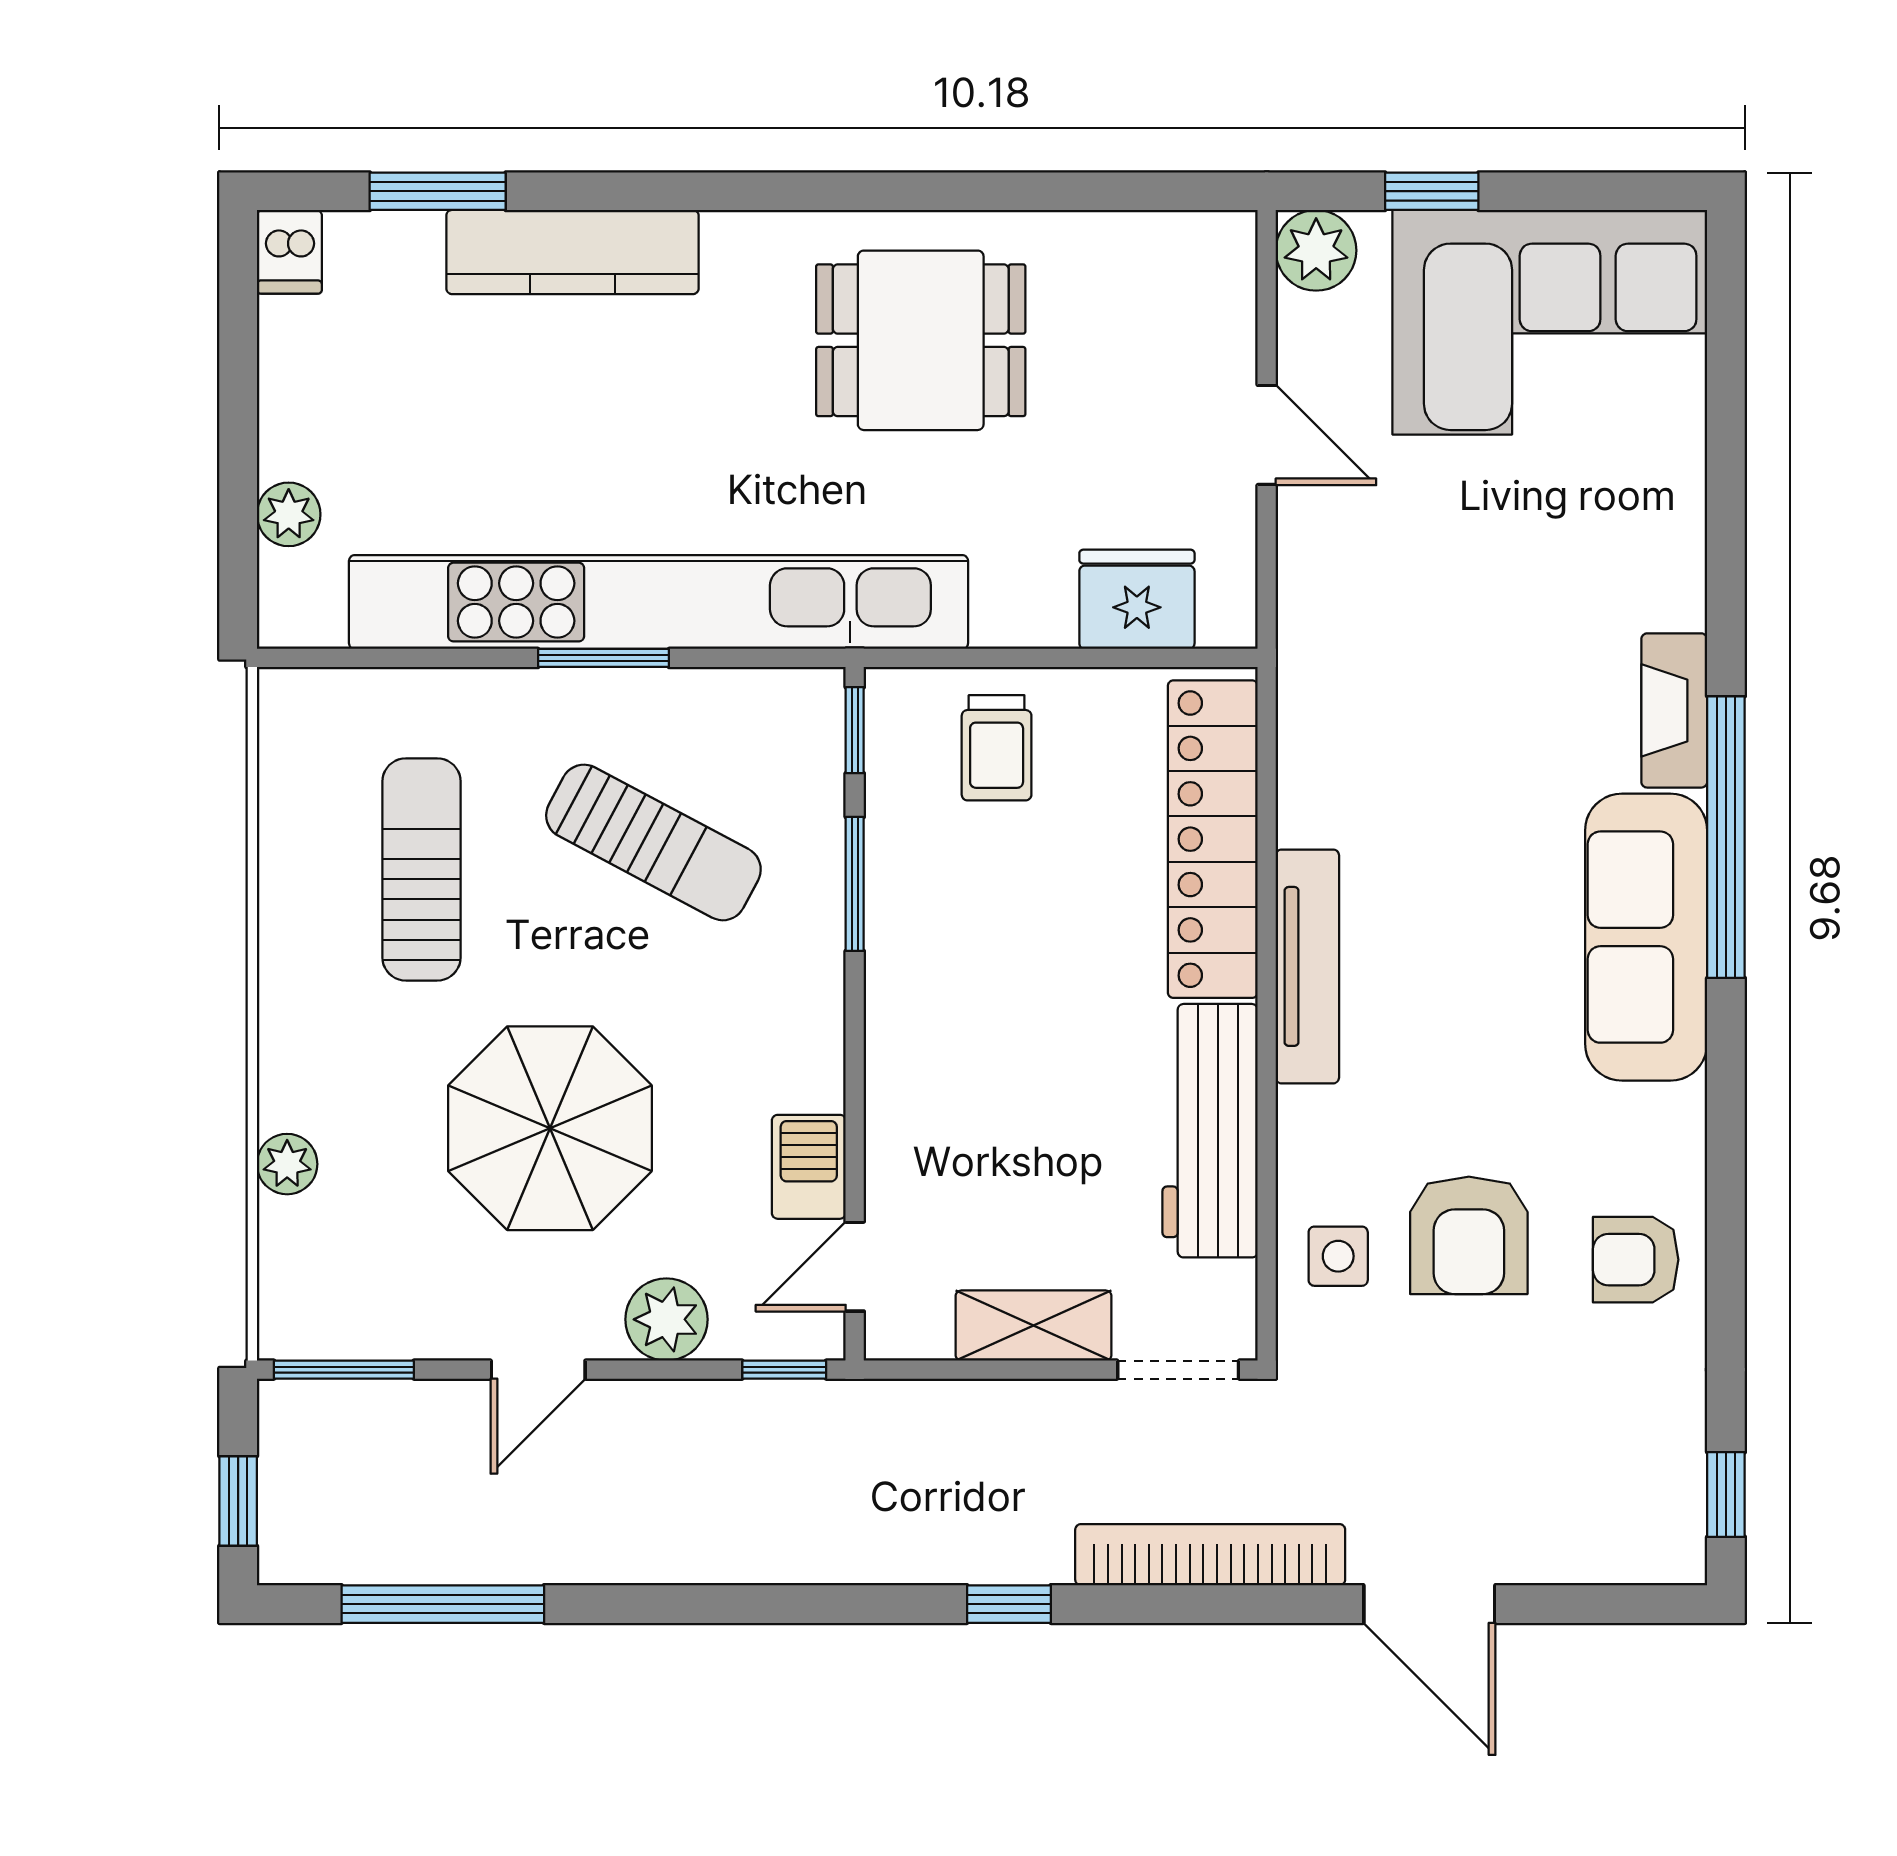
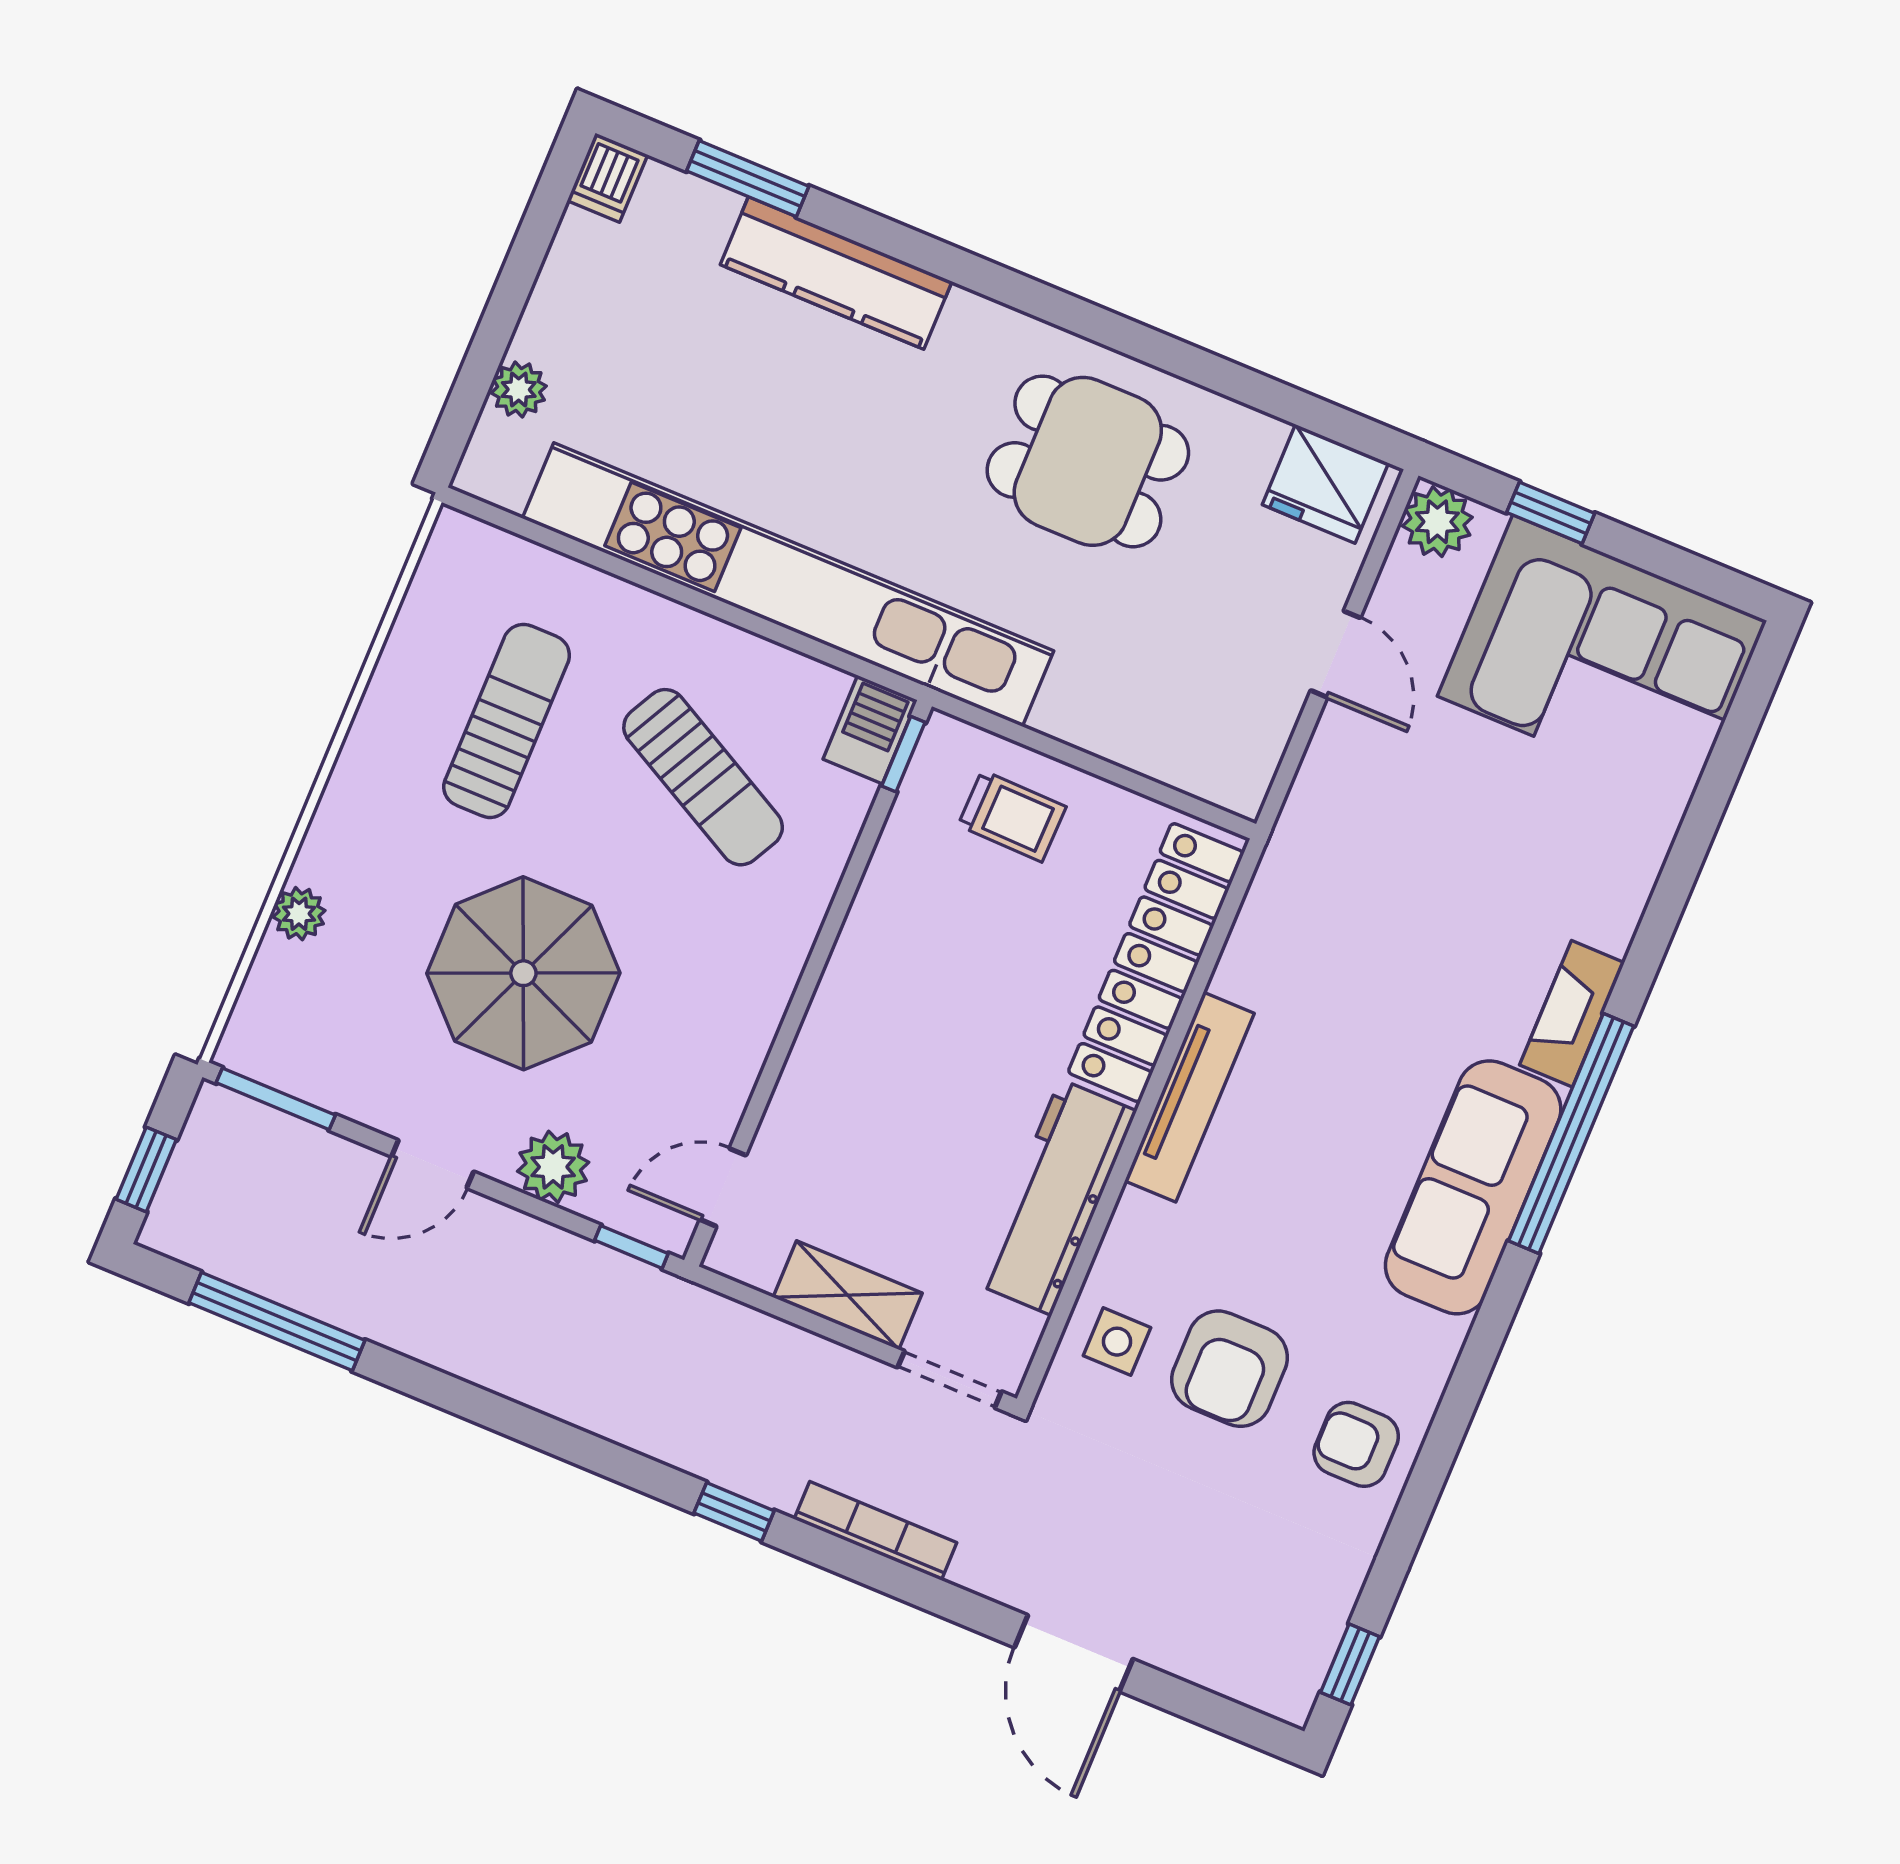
fridge: (1137, 599) -> (1325, 484), moved, turned 180
window: (603, 658) -> (725, 611), removed
trolley: (997, 748) -> (1012, 816), turned -89
window: (855, 884) -> (852, 878), removed
barbecue: (809, 1167) -> (870, 730), moved
bookcase: (1210, 1555) -> (875, 1531), width x0.68, depth x0.76

